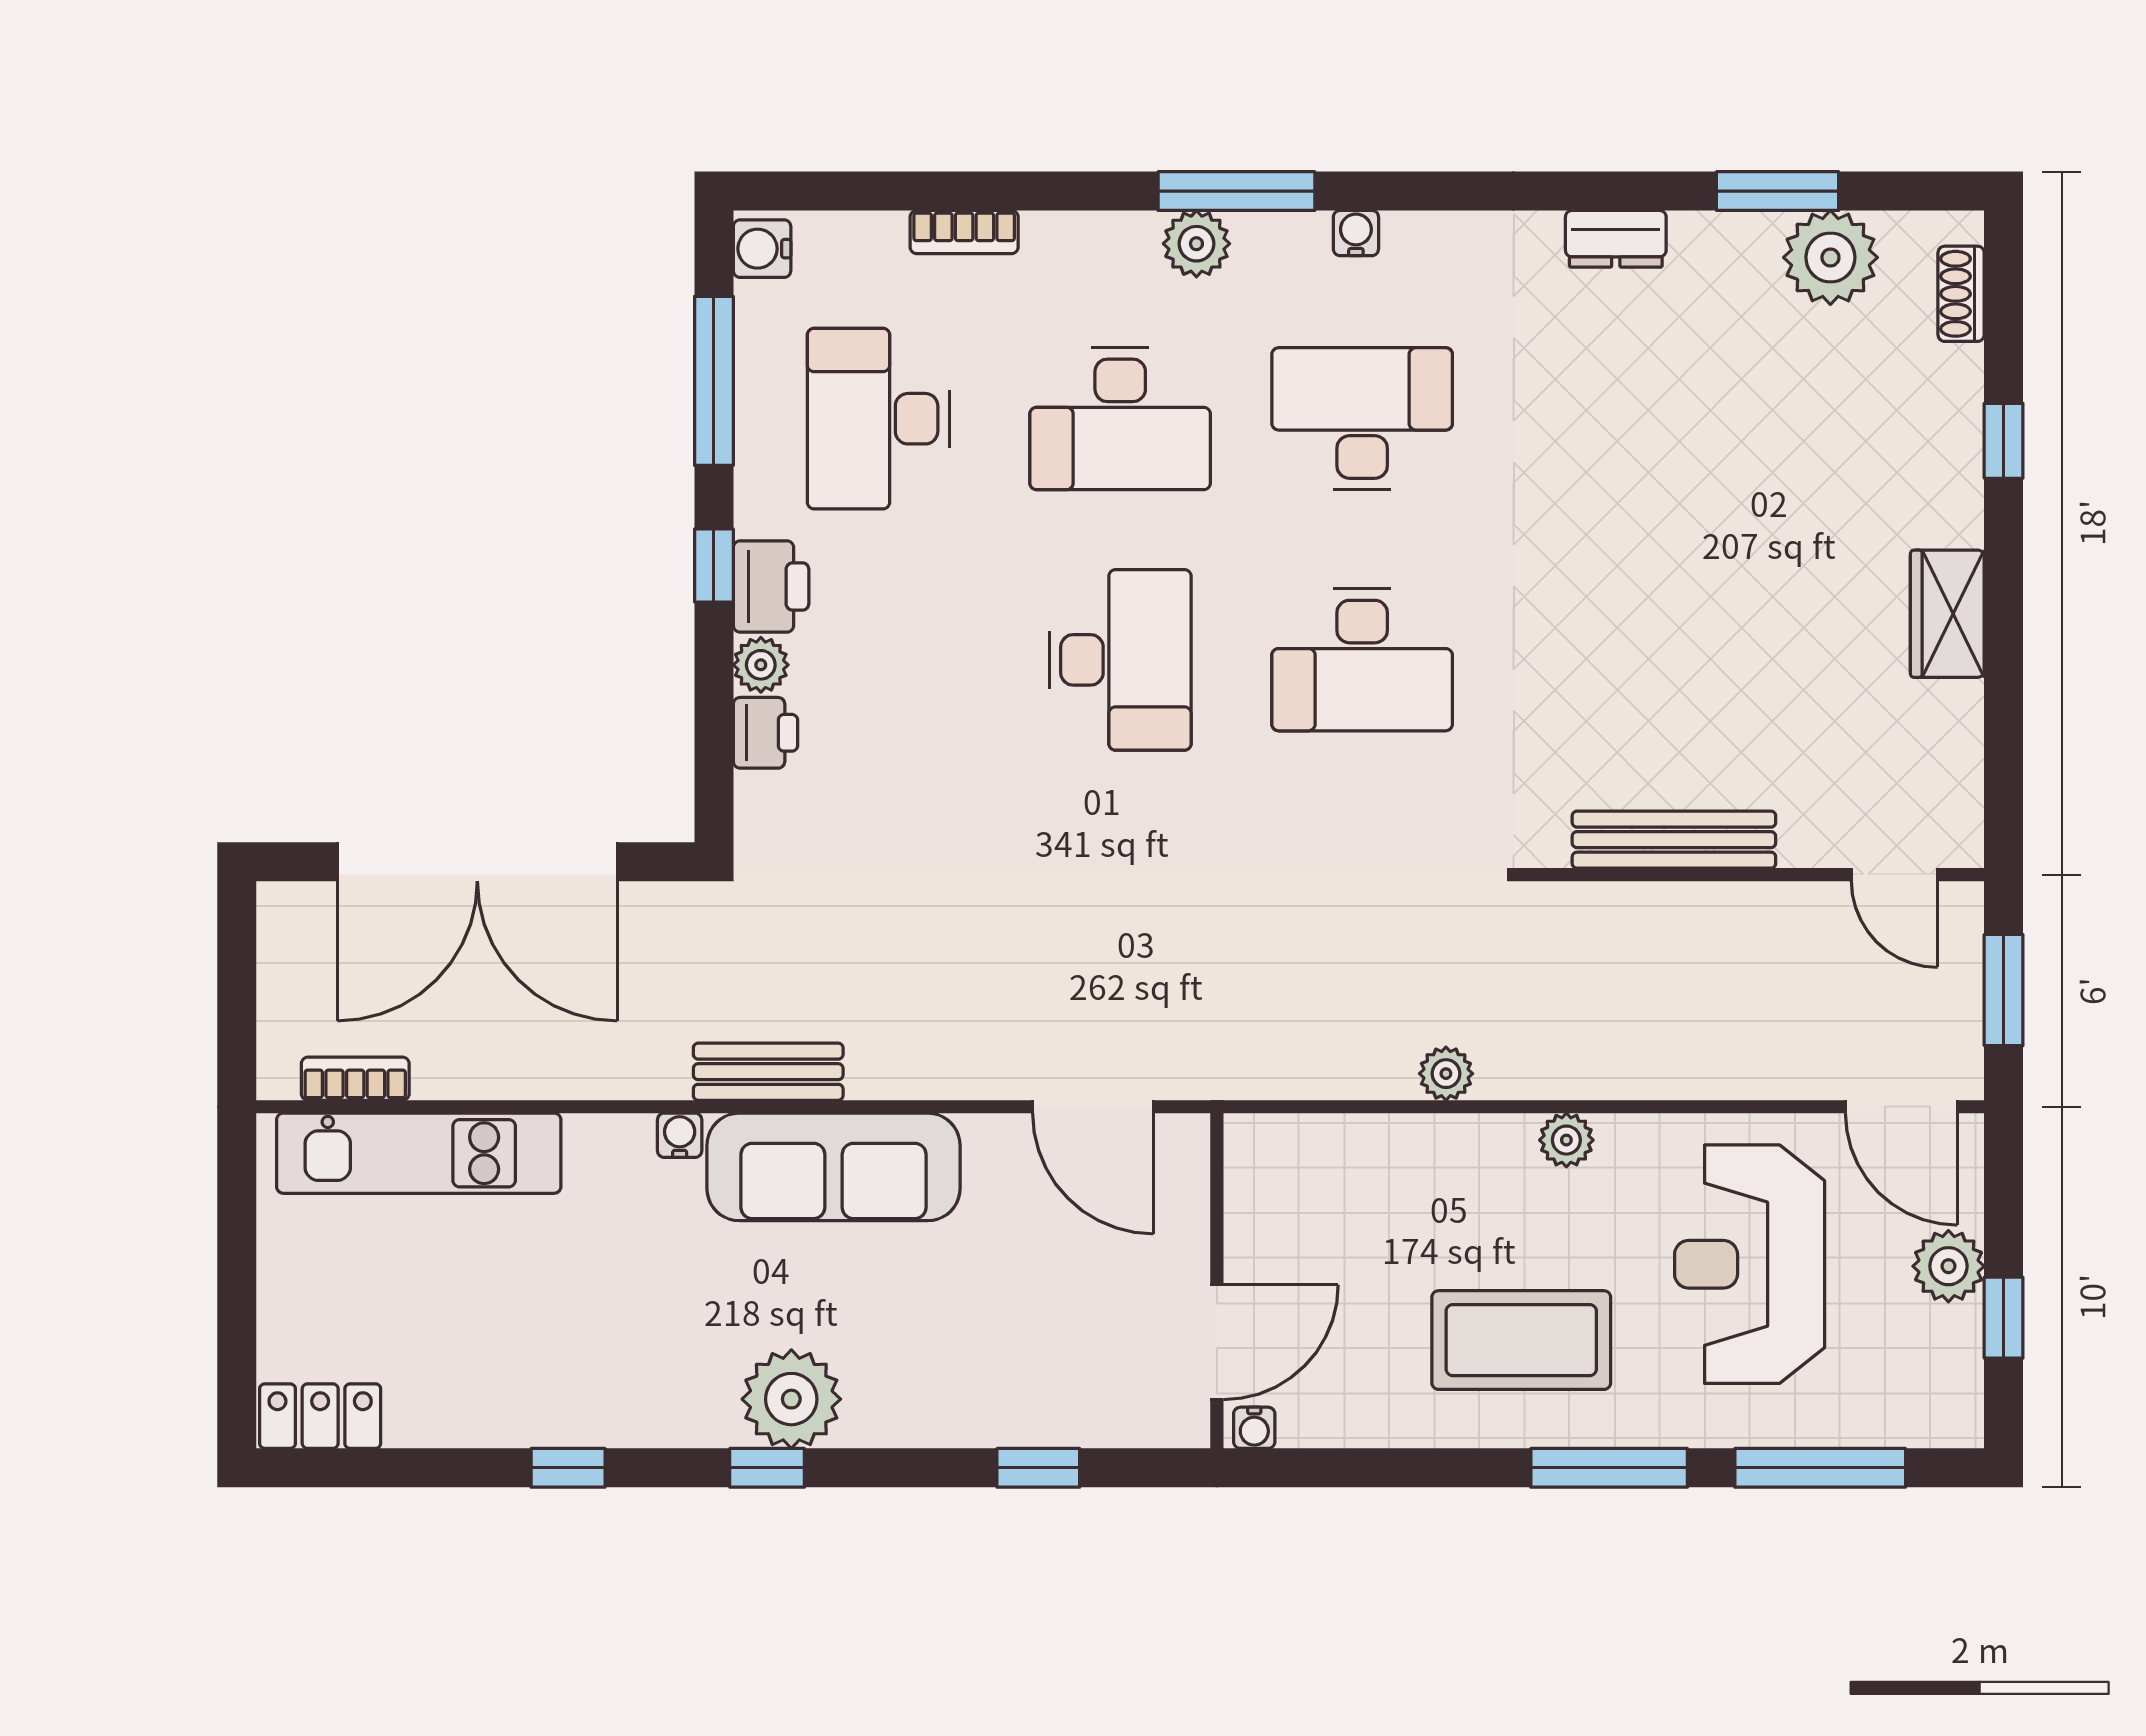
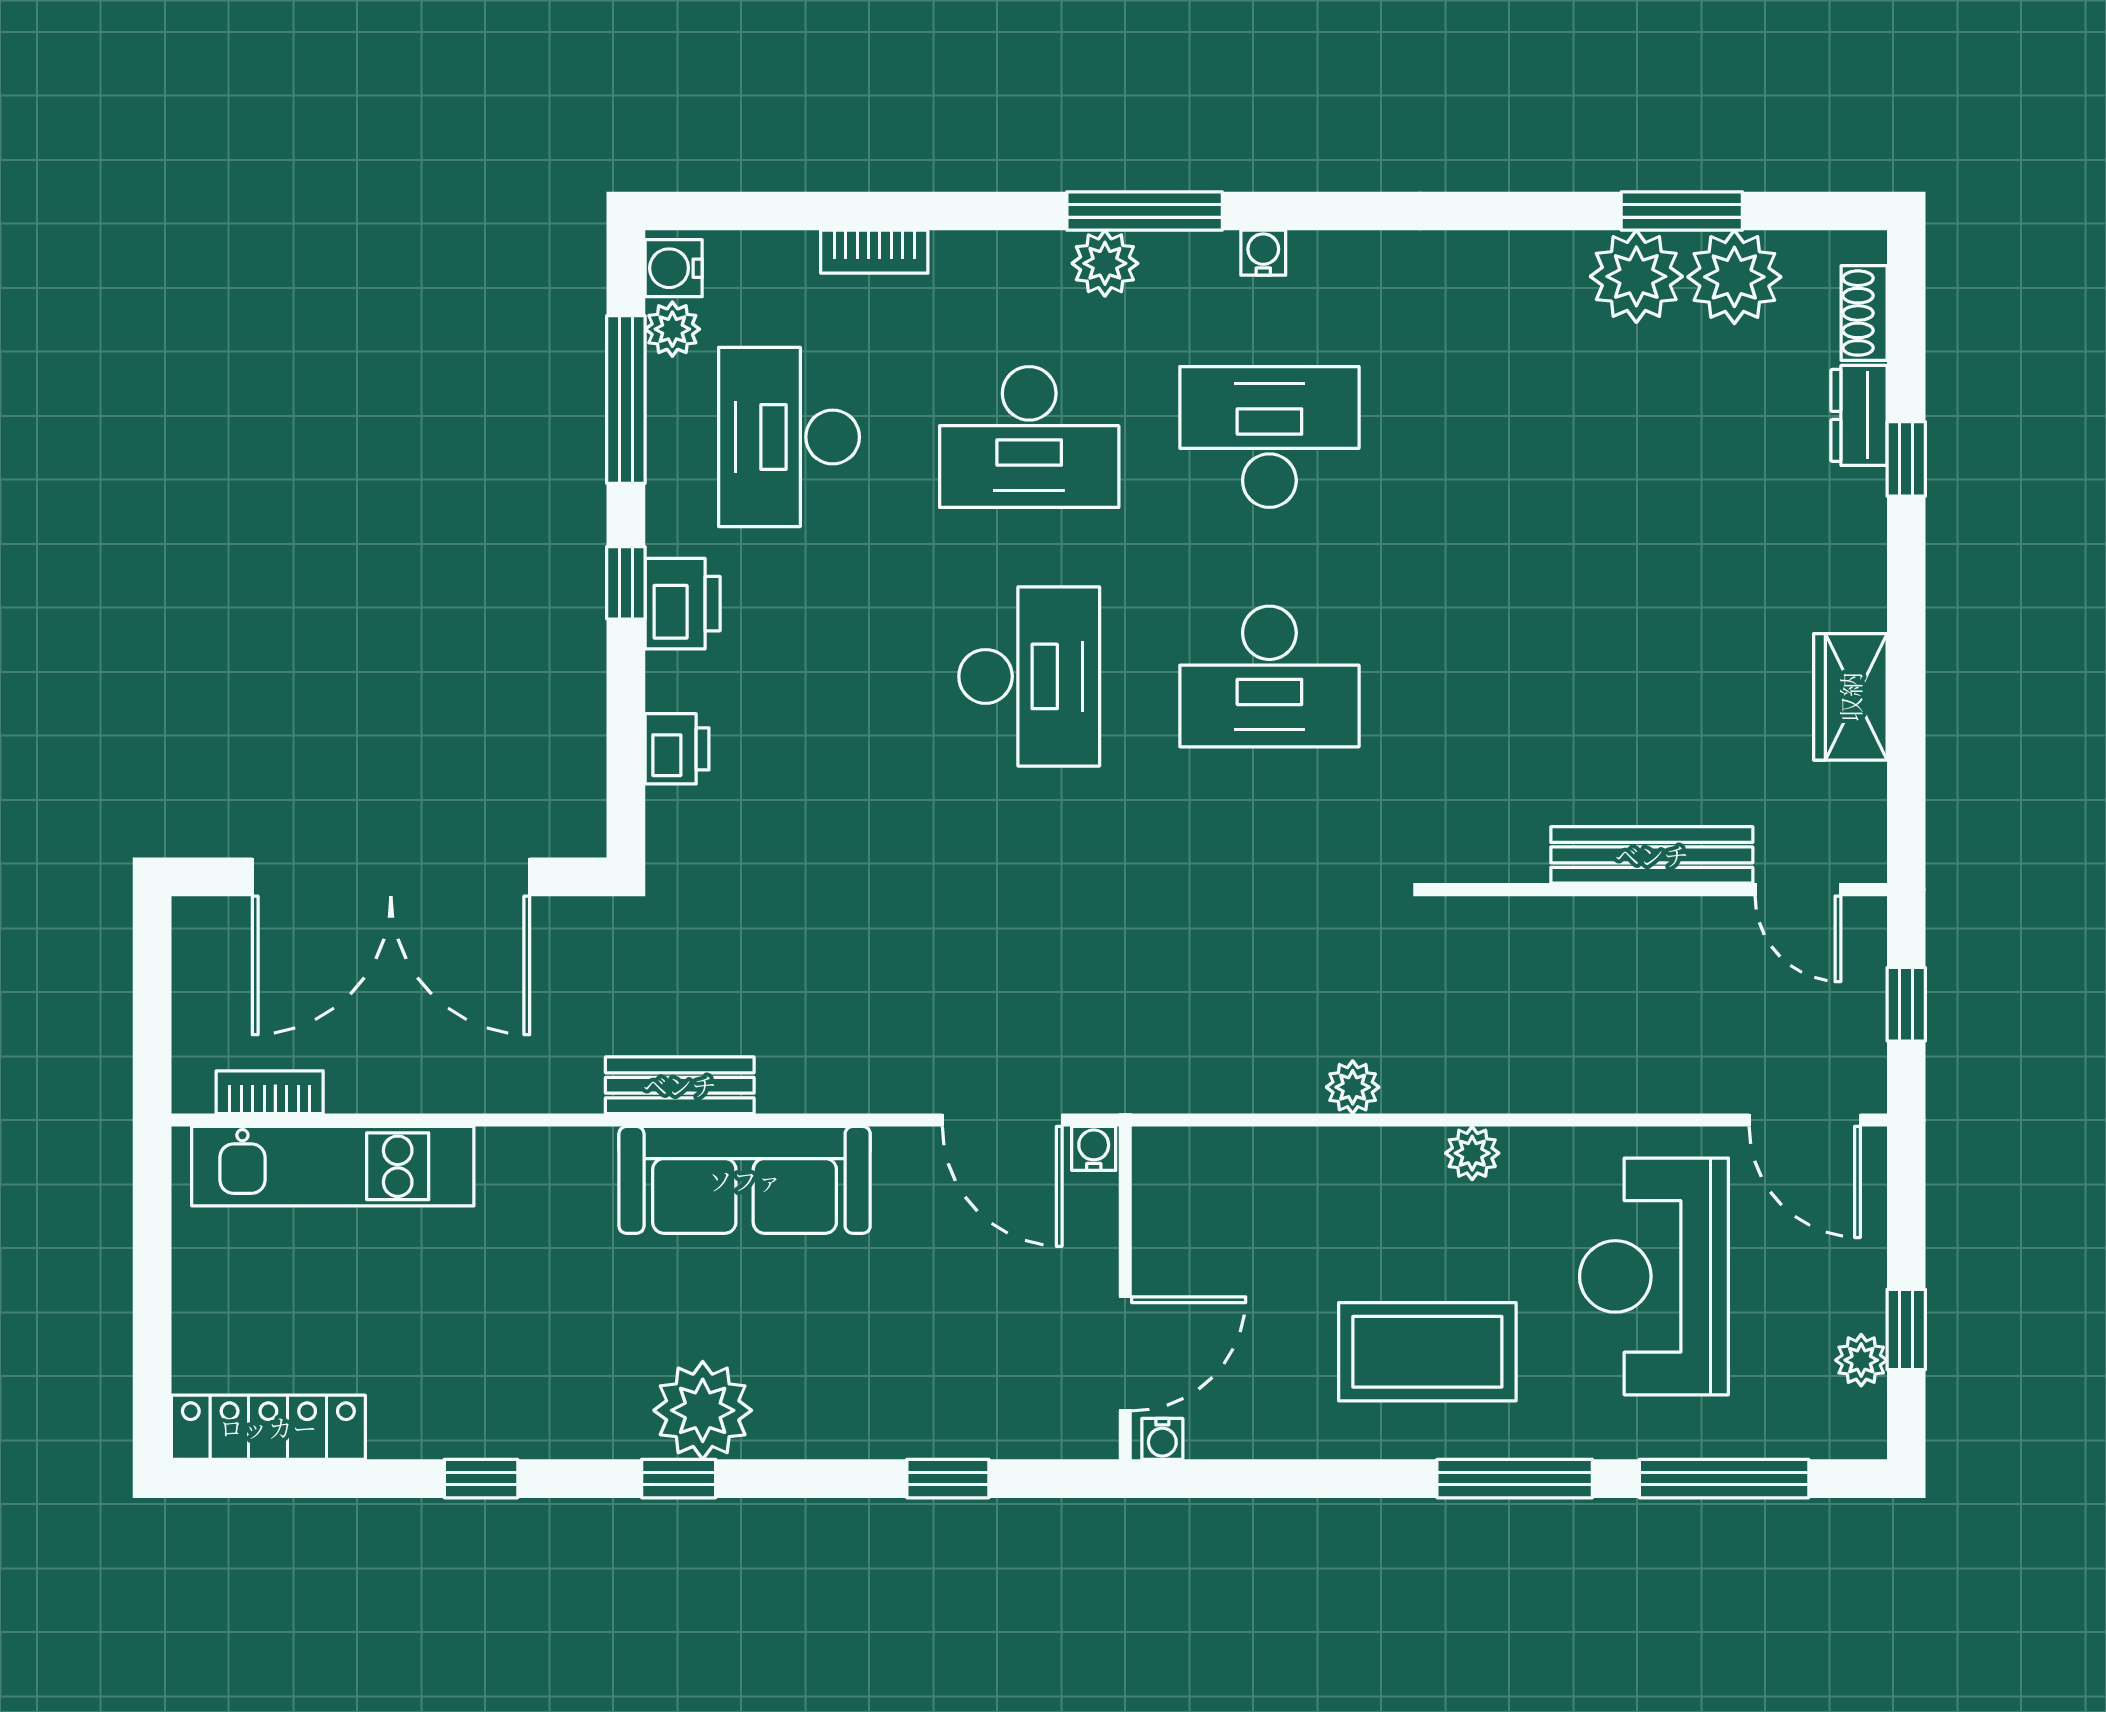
dresser: (1616, 239) -> (1859, 415), moved, turned 90
plant: (1732, 257) -> (1636, 276), added
wardrobe: (1947, 614) -> (1850, 697), moved
plant: (761, 665) -> (672, 329), moved
bench: (1674, 840) -> (1652, 855), moved
window: (2004, 990) -> (1906, 1004), width x0.67
water cooler: (680, 1135) -> (1094, 1148), moved
plant: (1948, 1266) -> (1861, 1360), moved, width x0.73, depth x0.73
locker: (320, 1416) -> (268, 1427), width x1.53

